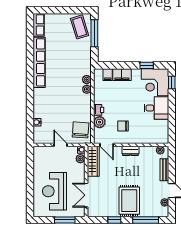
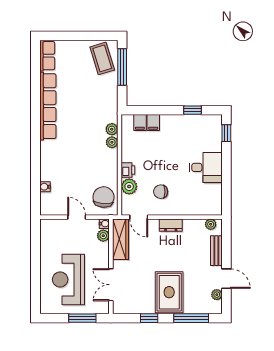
filing cabinet: (122, 75) -> (153, 123), width x0.50
corner desk: (155, 82) -> (204, 133), removed

